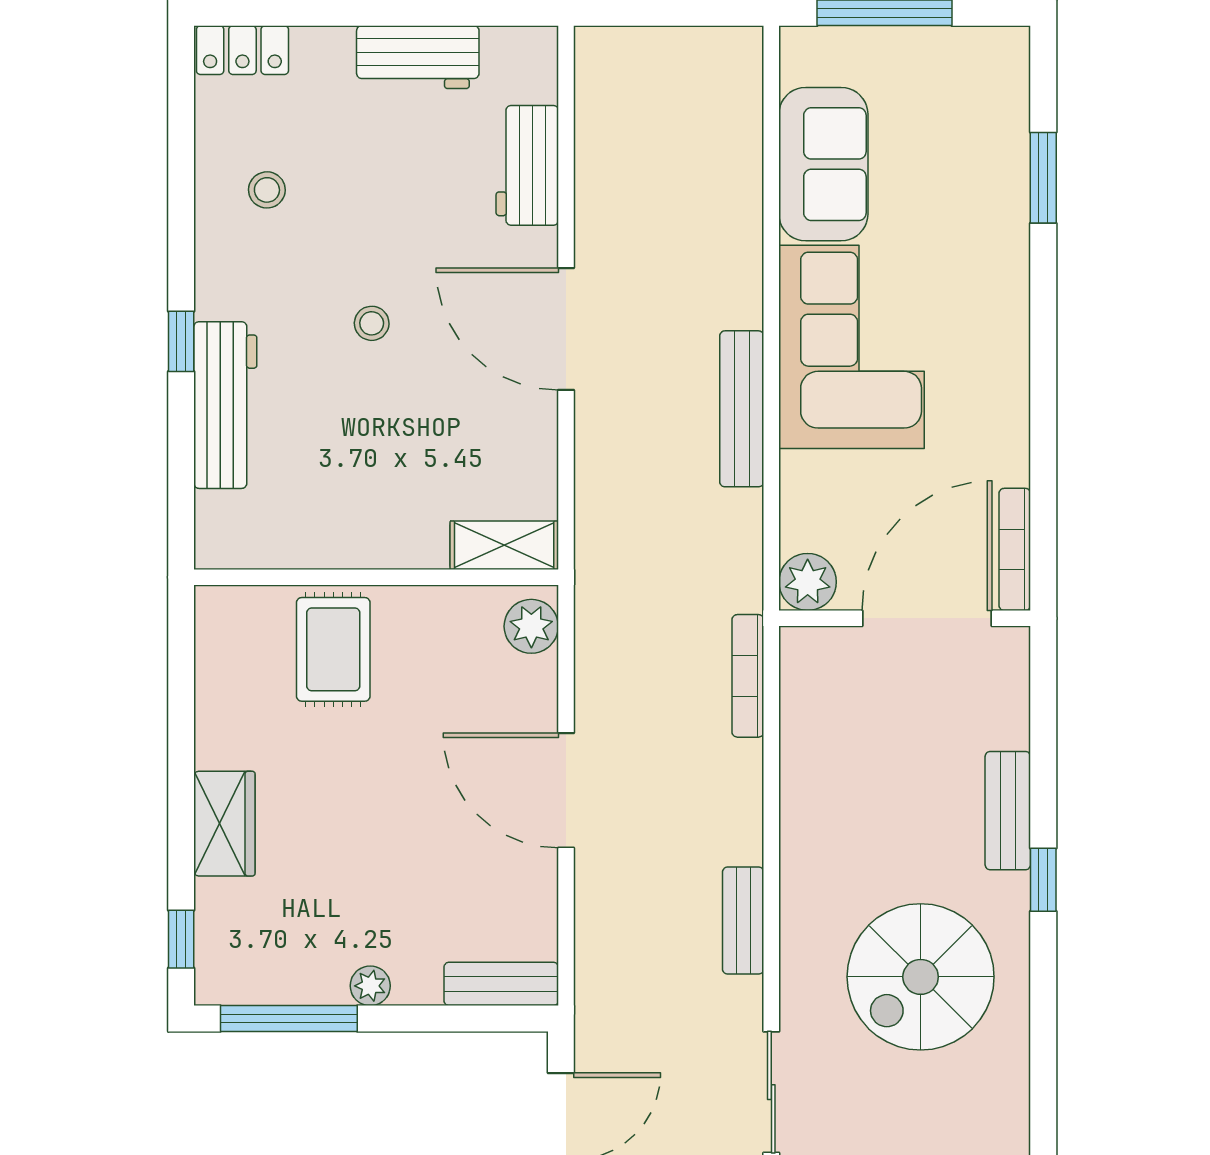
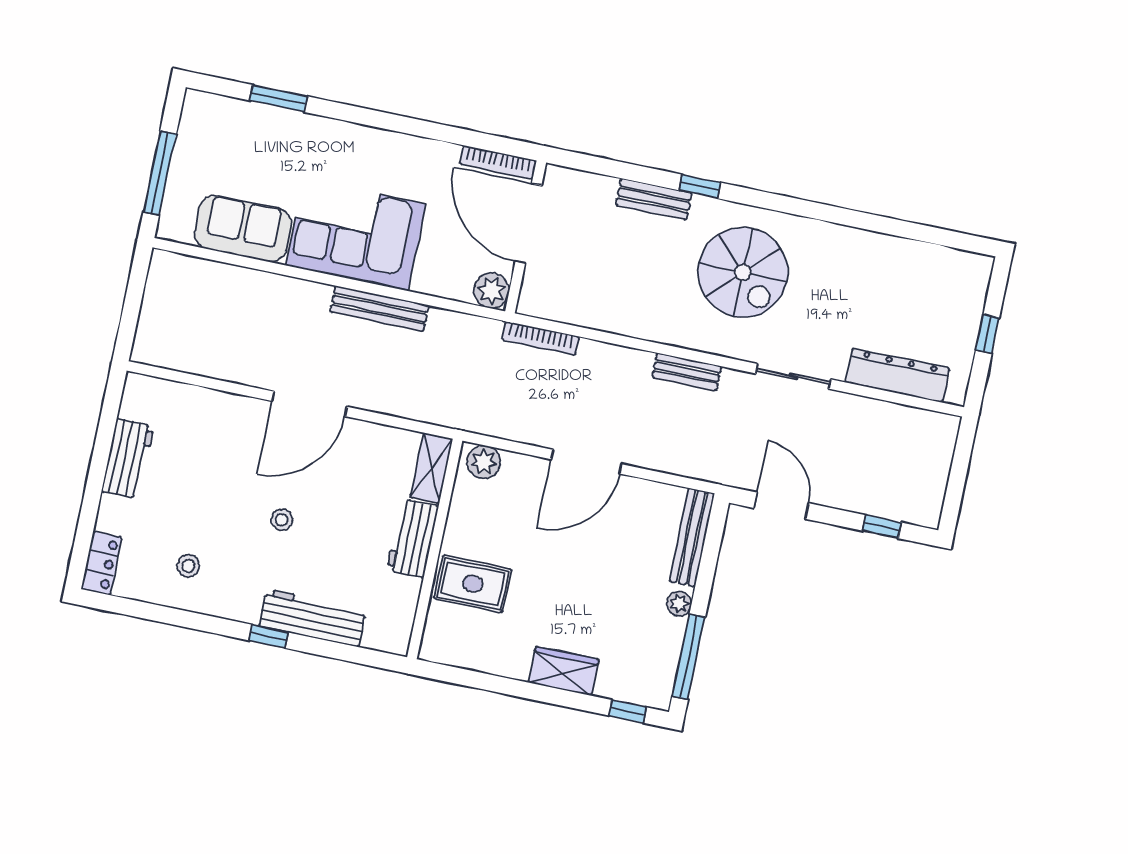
workbench: (527, 165) -> (413, 538), moved, turned 90
bench: (501, 984) -> (692, 537), width x1.36

